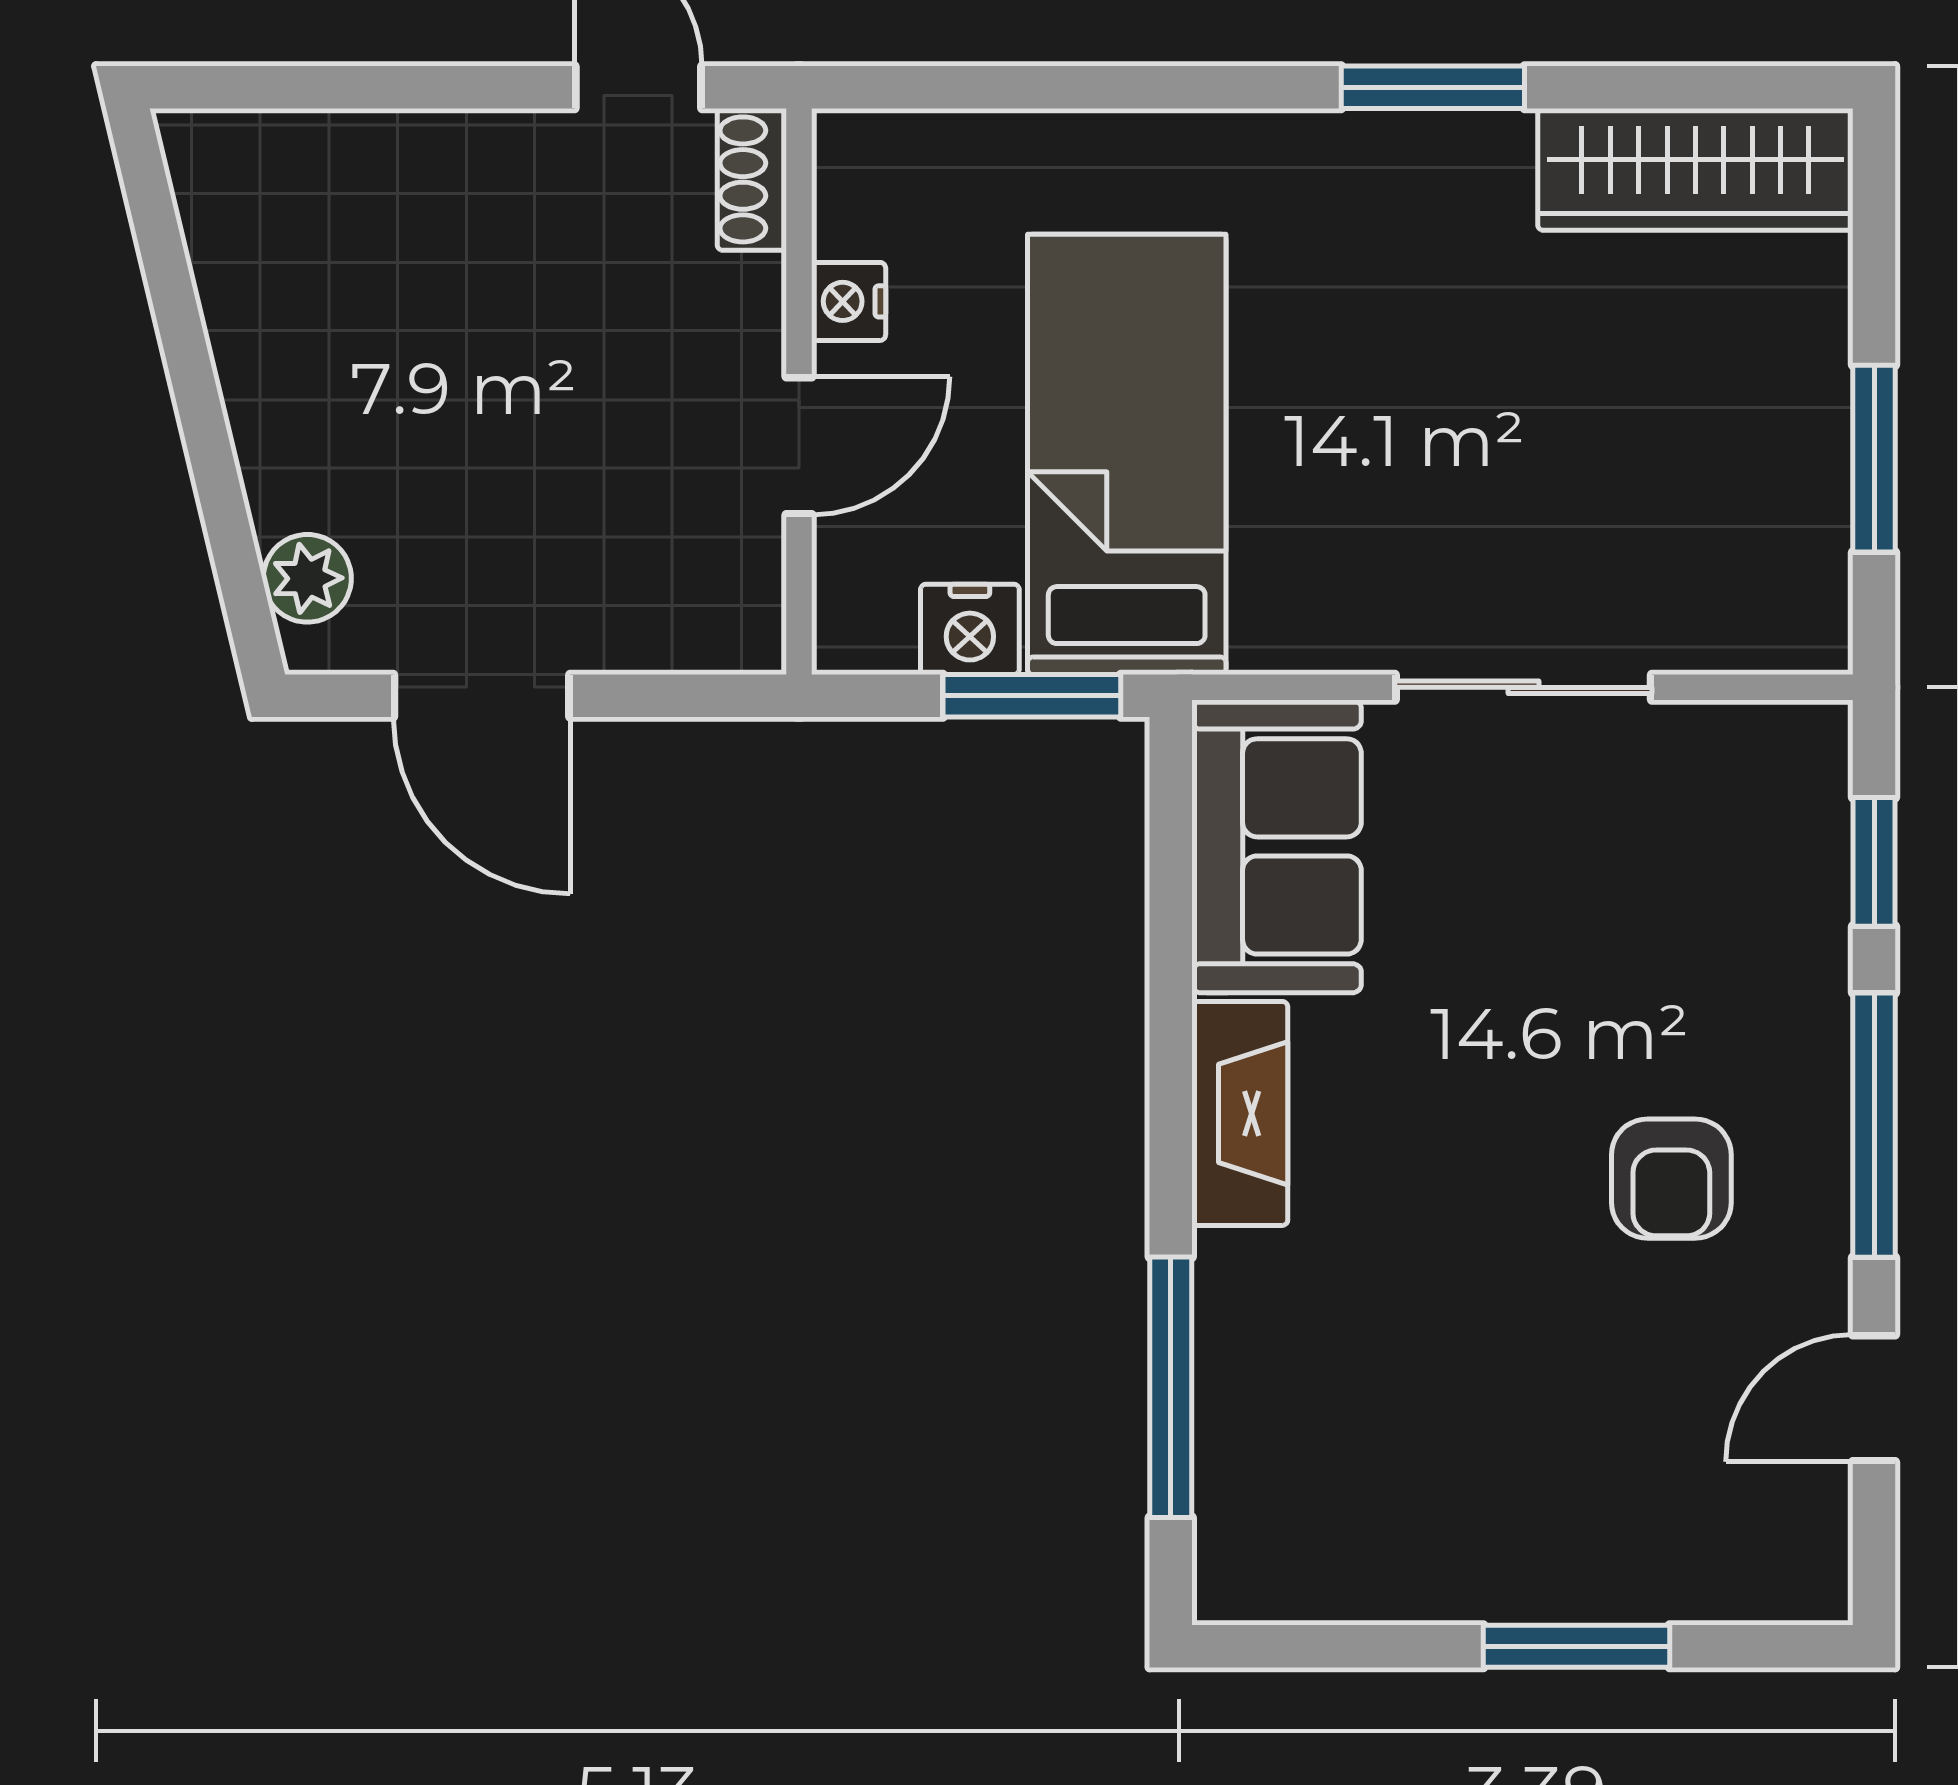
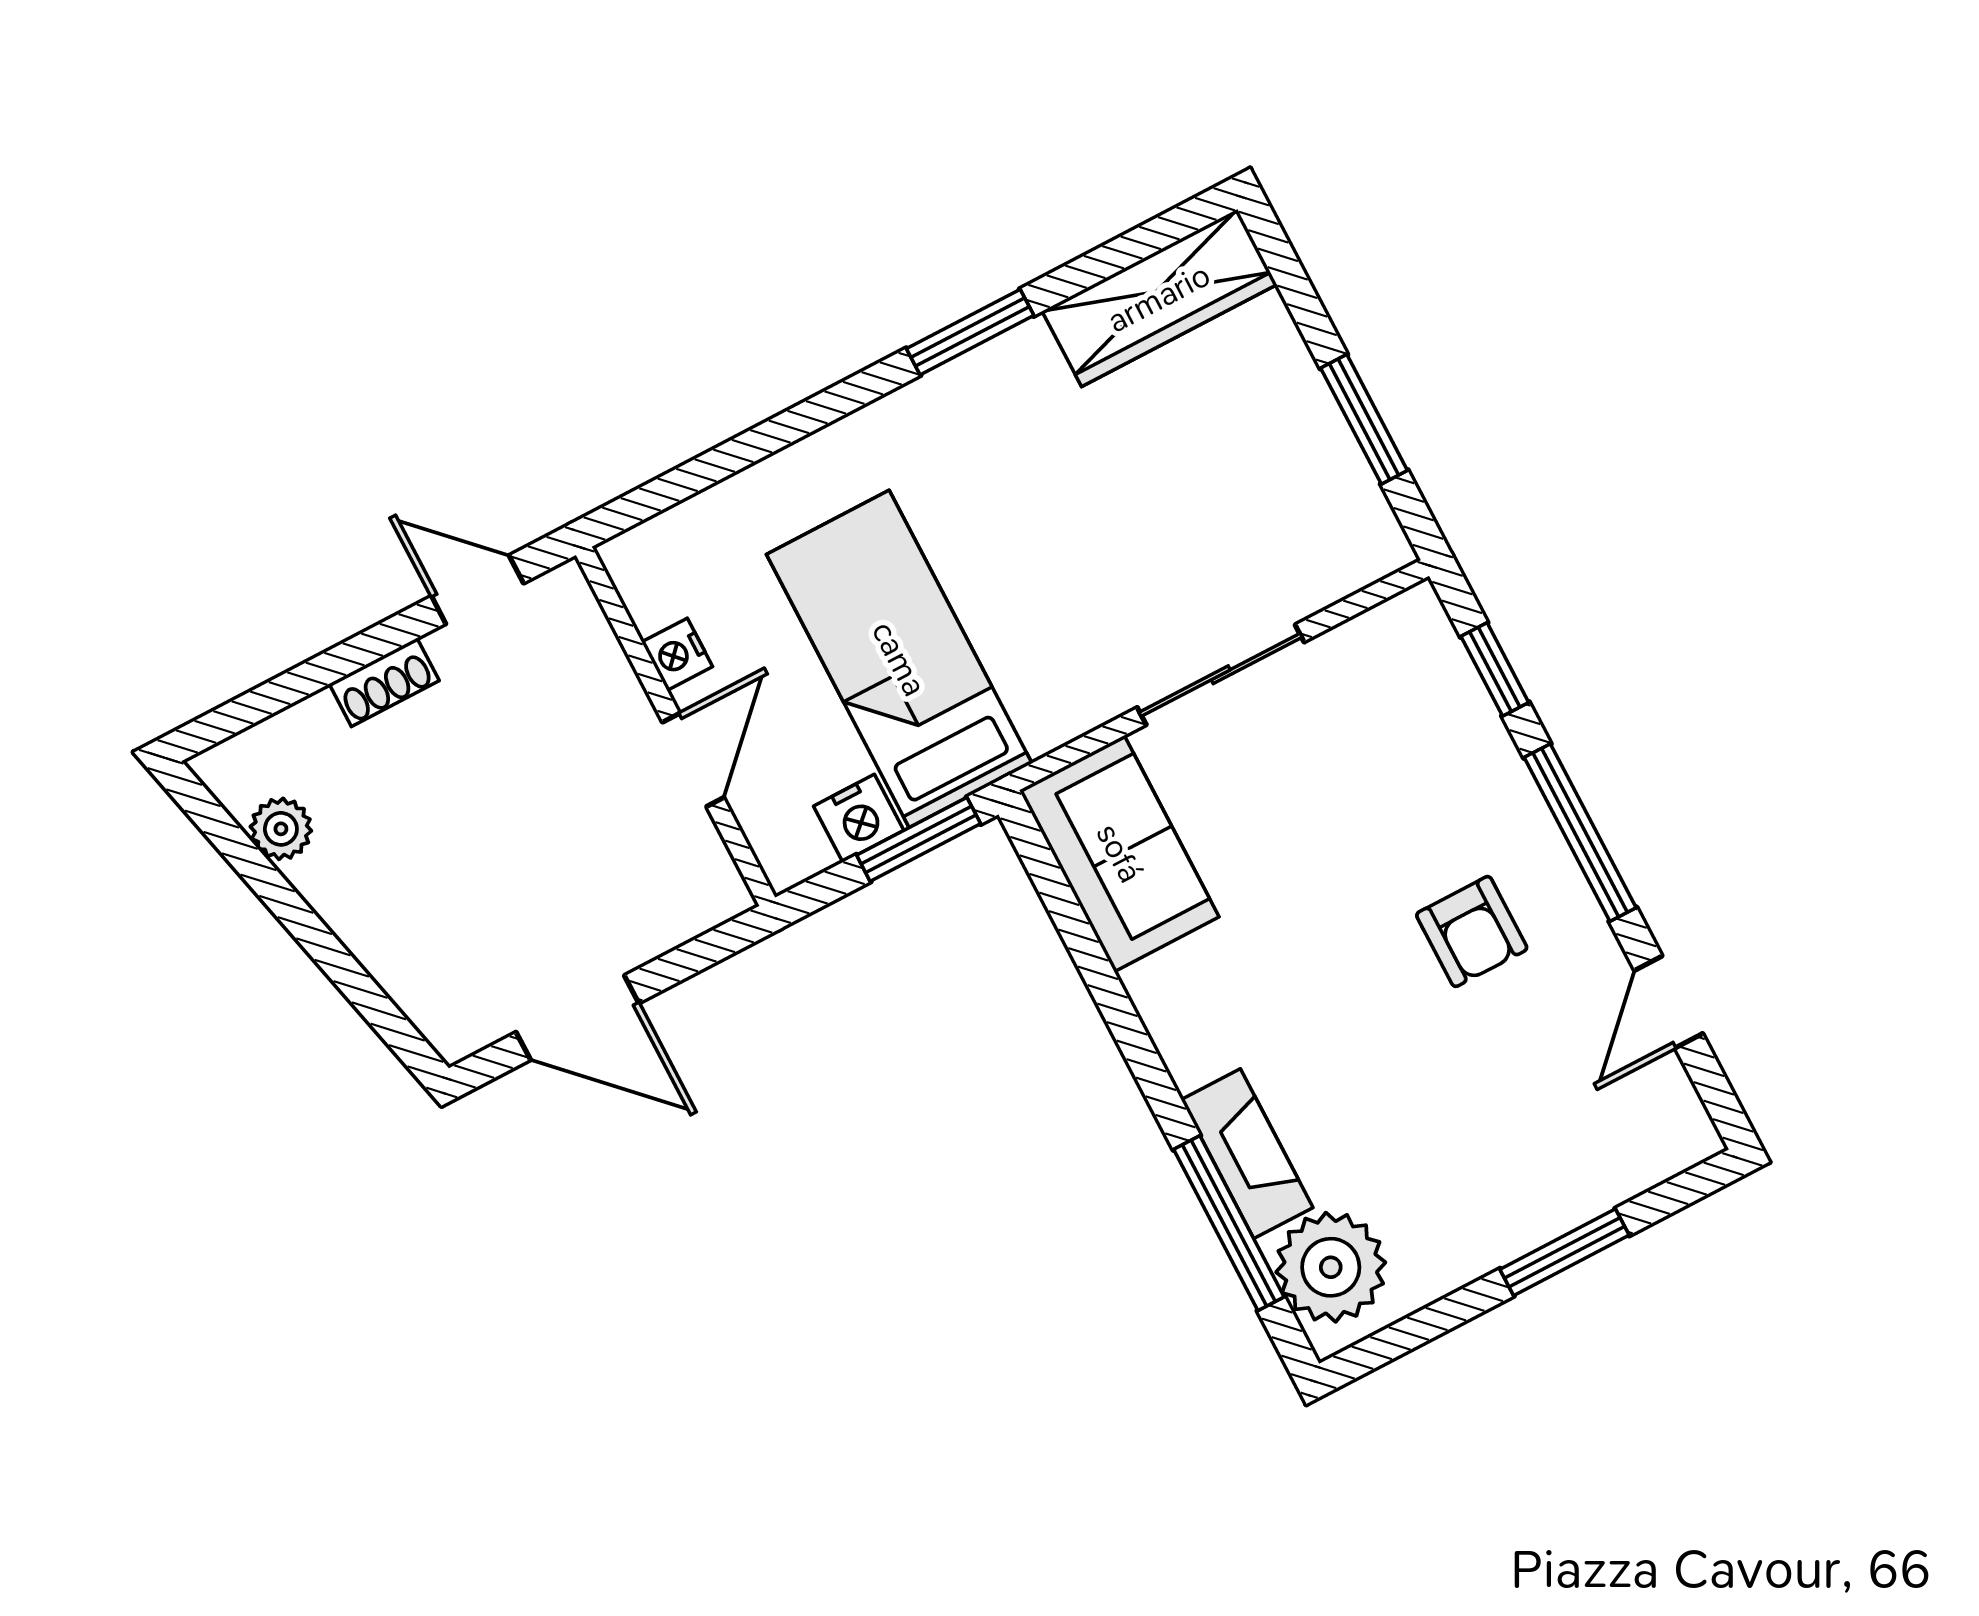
shoe rack: (752, 179) -> (384, 682), moved, turned -90
plant: (307, 578) -> (281, 829), moved
fireplace: (1240, 1113) -> (1247, 1154), moved
plant: (1271, 1511) -> (1331, 1267), added

